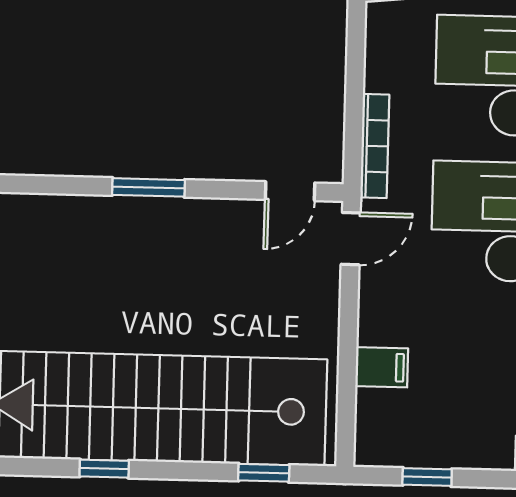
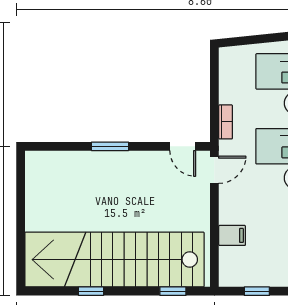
bookcase: (375, 146) -> (226, 122), width x0.64
door: (290, 191) -> (183, 146), hinge flipped

